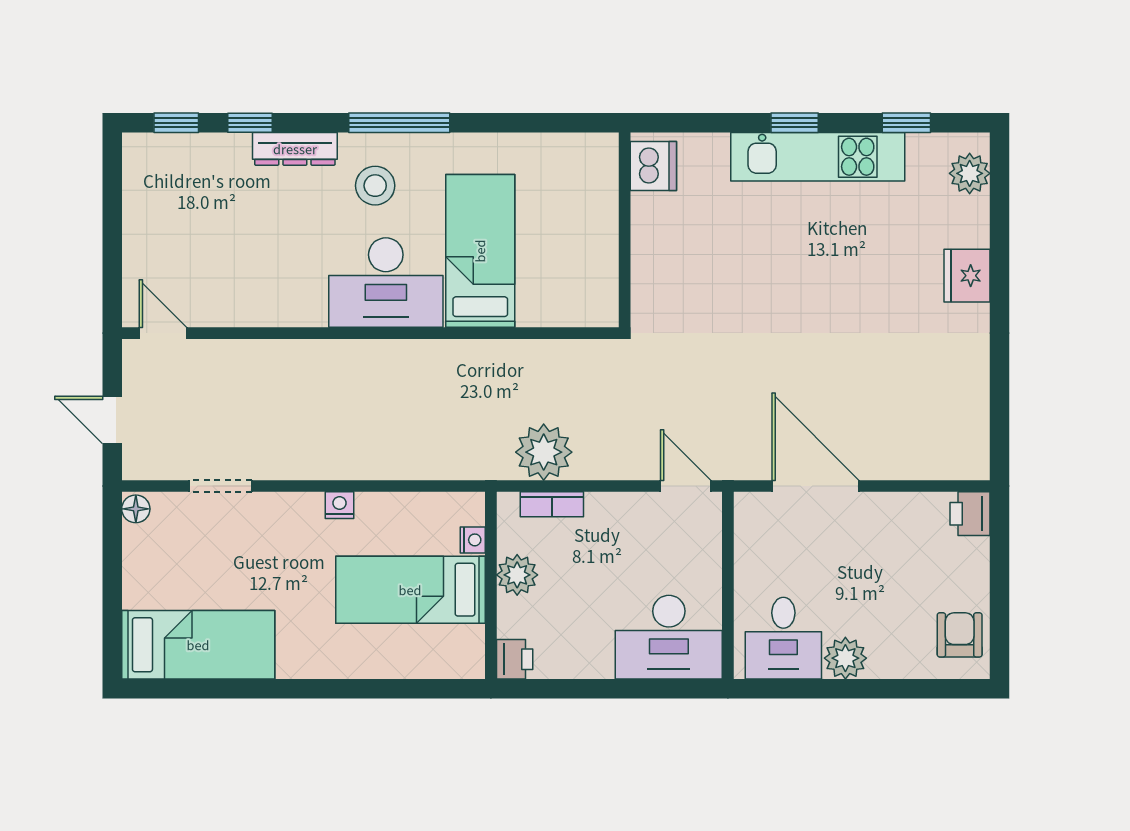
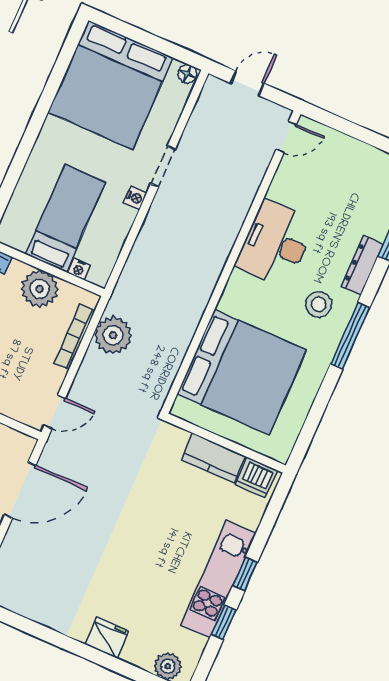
window: (906, 123) -> (224, 622), moved
kitchen counter: (652, 238) -> (213, 458), added
bed: (480, 251) -> (242, 372), width x2.04
desk: (386, 283) -> (276, 244), moved
doorway: (221, 486) -> (163, 166), moved
bookcase: (552, 504) -> (75, 337), width x1.56
plant: (517, 575) -> (40, 289), width x1.36, depth x1.36
bed: (198, 645) -> (110, 85), width x2.04

